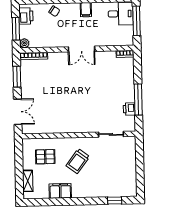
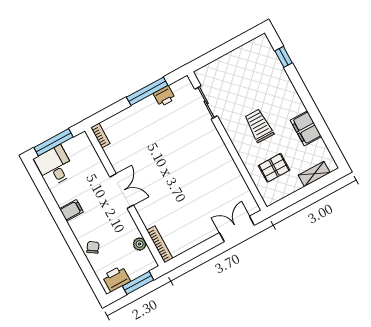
plant: (24, 43) -> (140, 244), moved
window: (17, 77) -> (195, 252), removed
pallet: (45, 157) -> (274, 168), turned 90
trolley: (78, 161) -> (259, 126), turned -127

